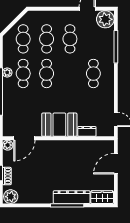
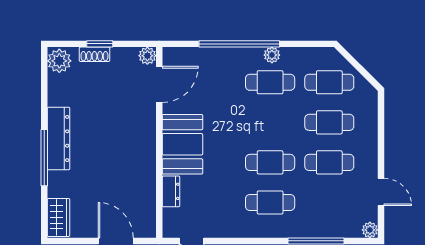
plant: (105, 19) -> (370, 230), width x0.53, depth x0.53
cafe table: (47, 74) -> (270, 162), moved
door: (24, 138) -> (159, 84), swing flipped
dresser: (72, 197) -> (59, 139), moved

